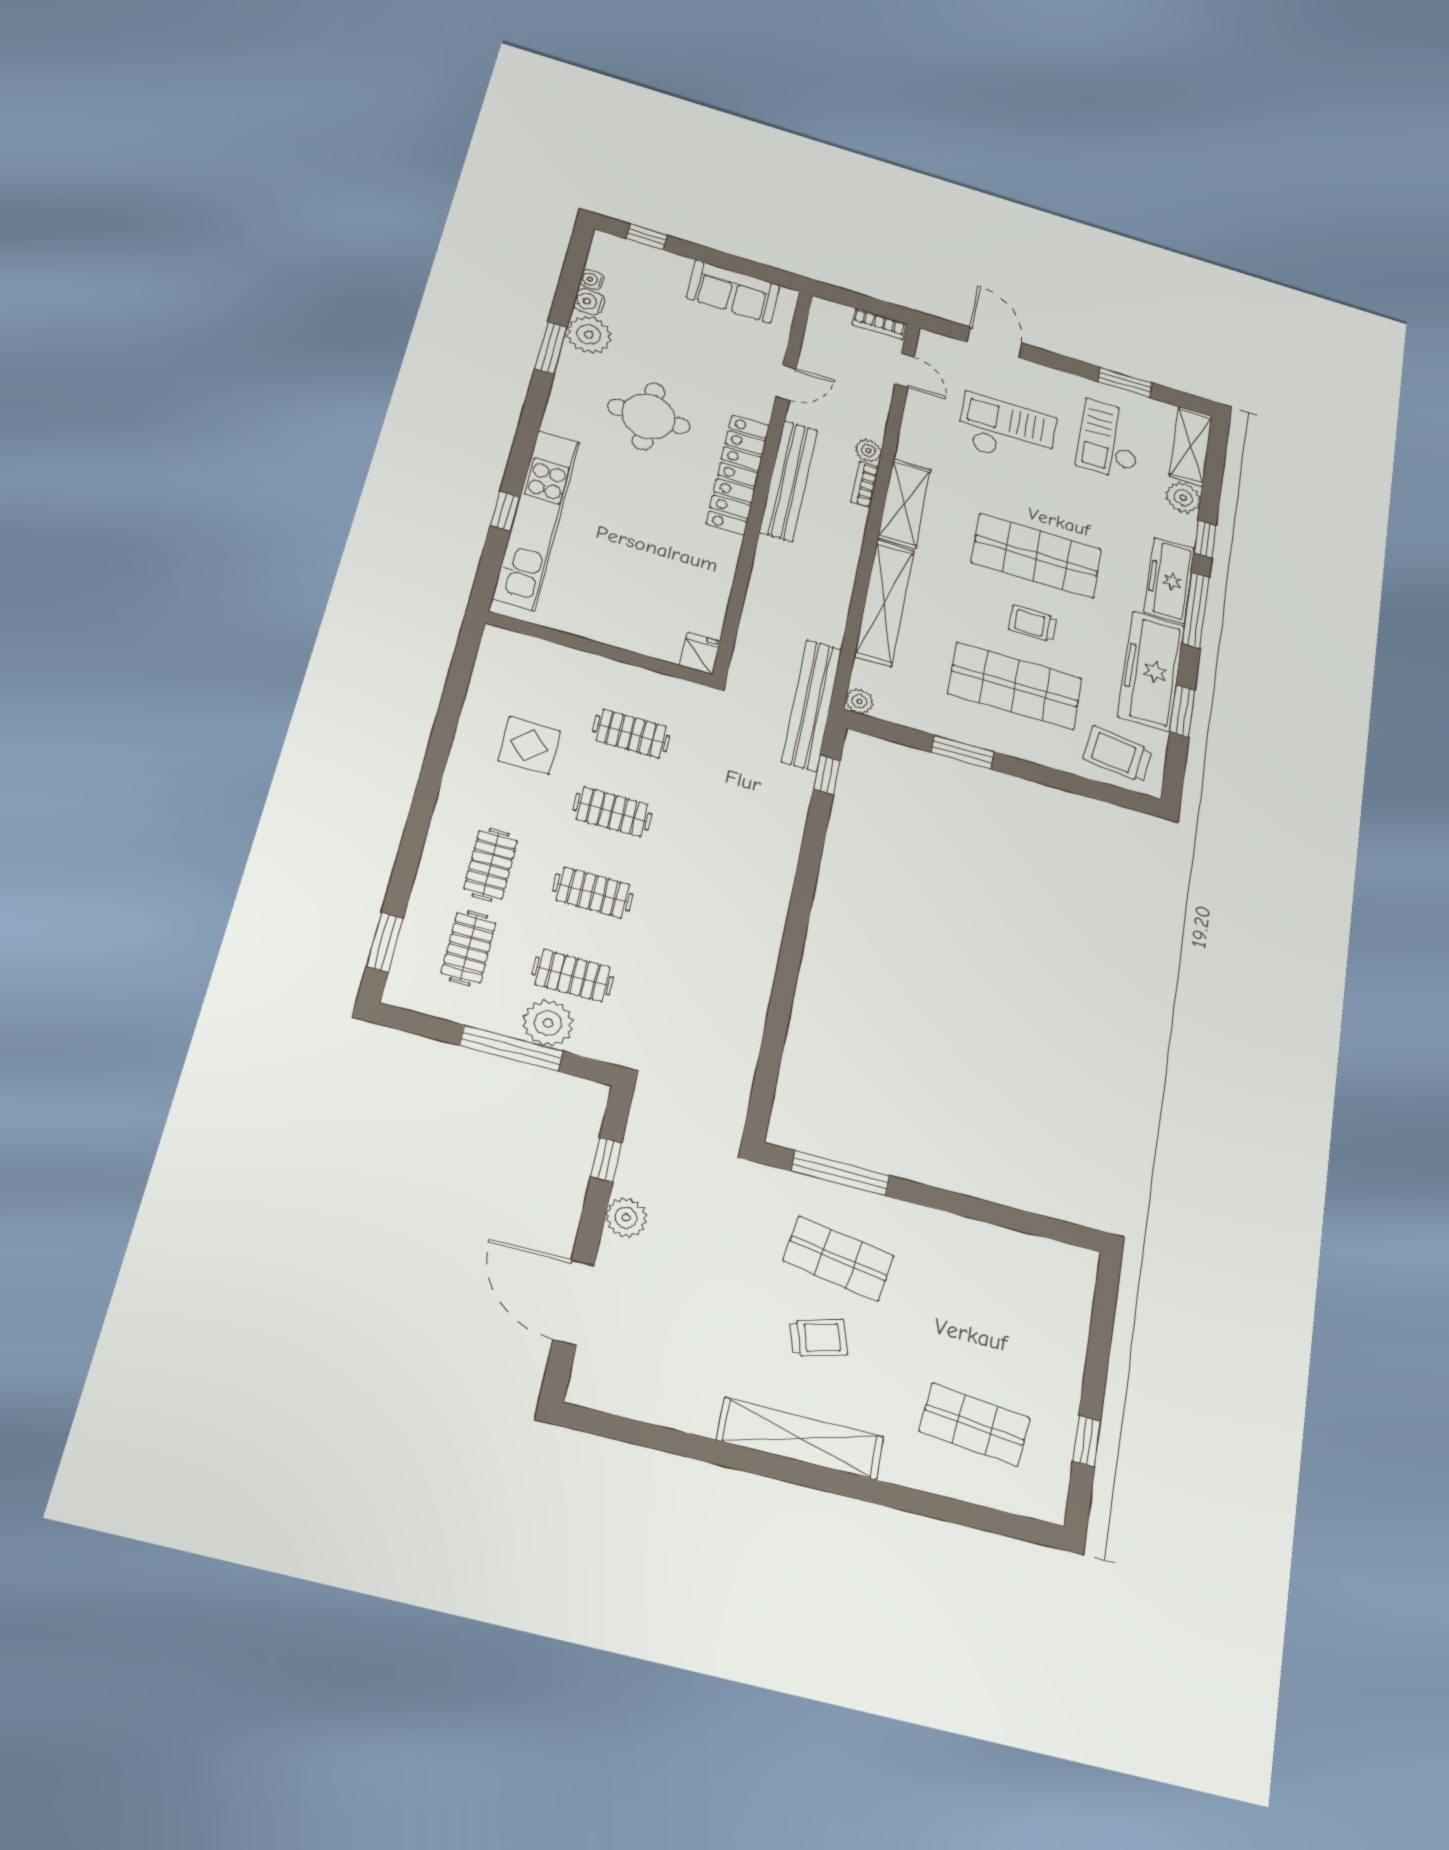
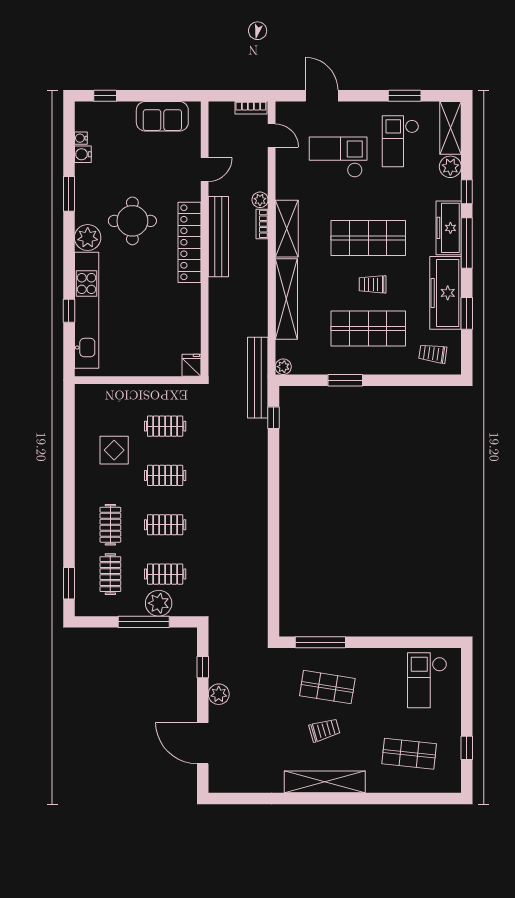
plant: (589, 335) -> (88, 238), moved
trolley: (1118, 754) -> (433, 354), width x0.73, depth x0.72
checkout: (1029, 1295) -> (427, 680), added

